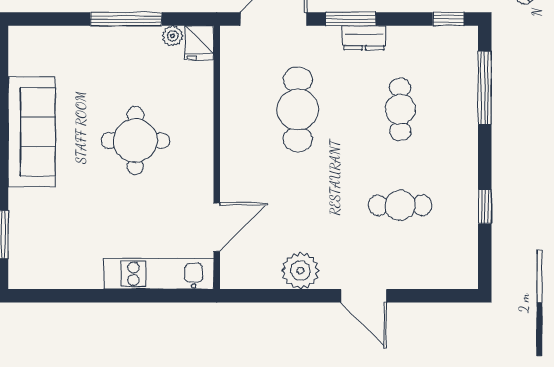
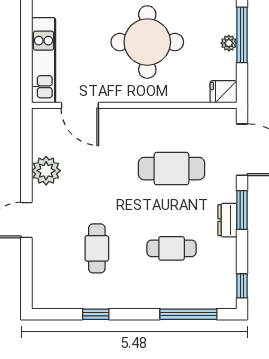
plant: (173, 36) -> (229, 43), moved
round table: (135, 141) -> (147, 42), width x1.36, depth x1.36

